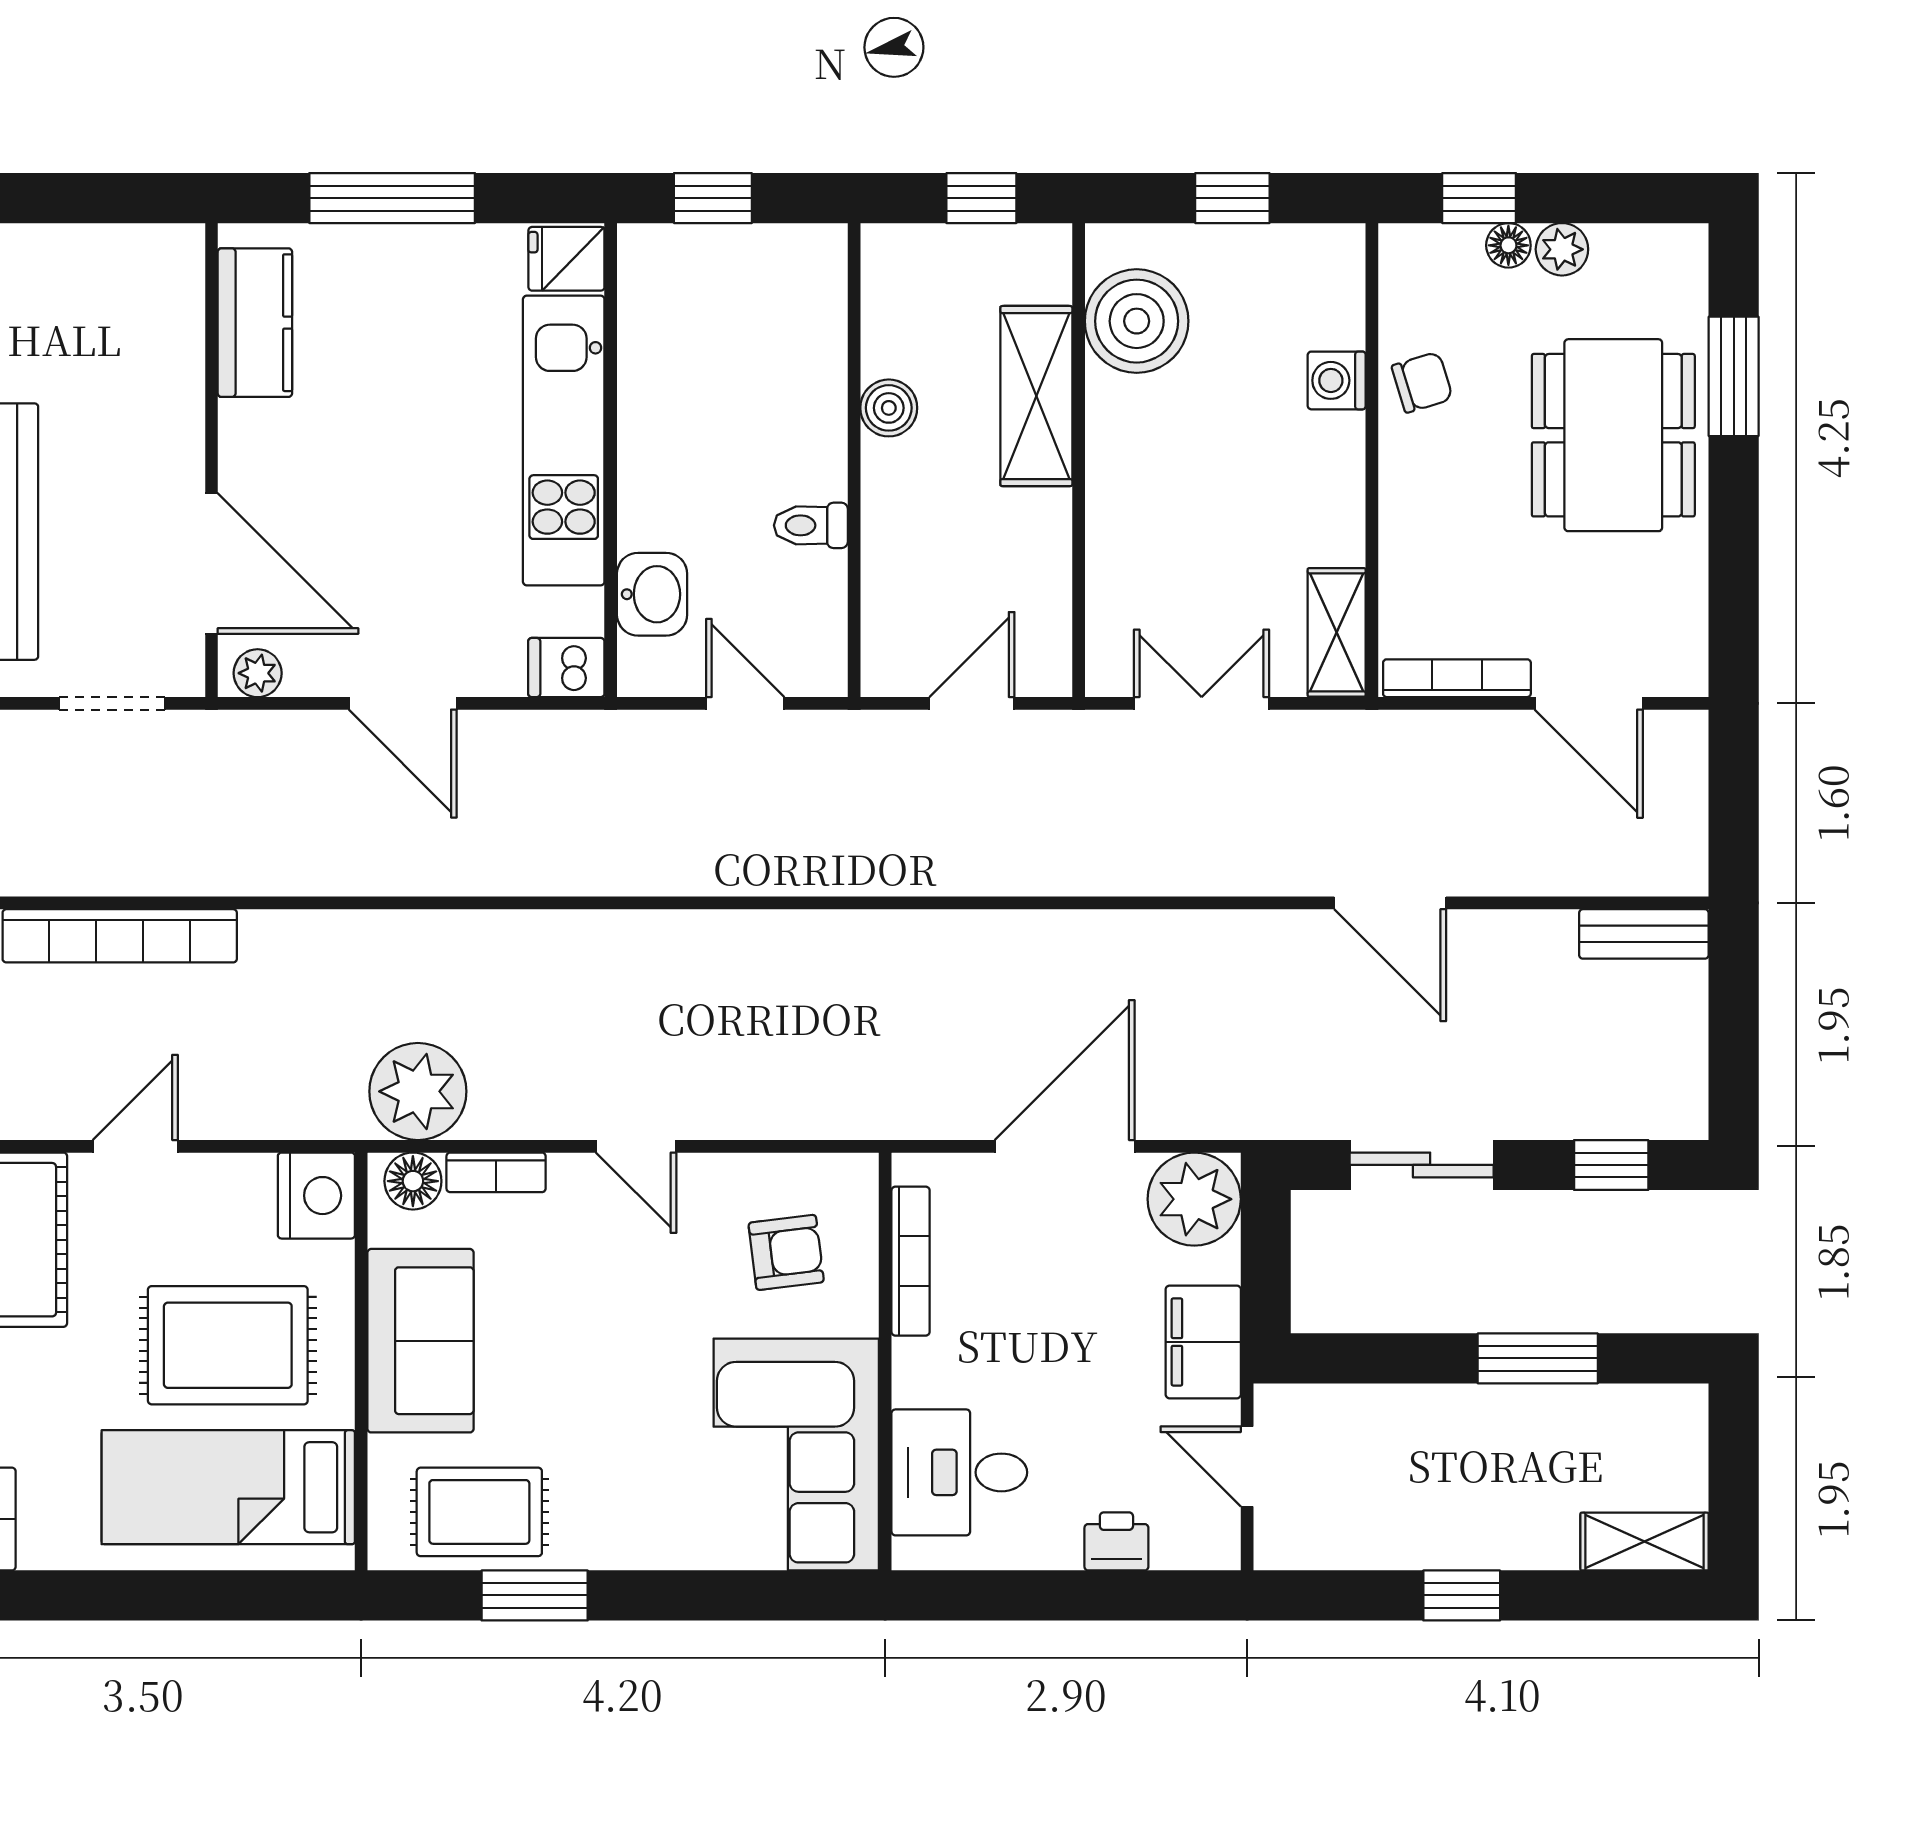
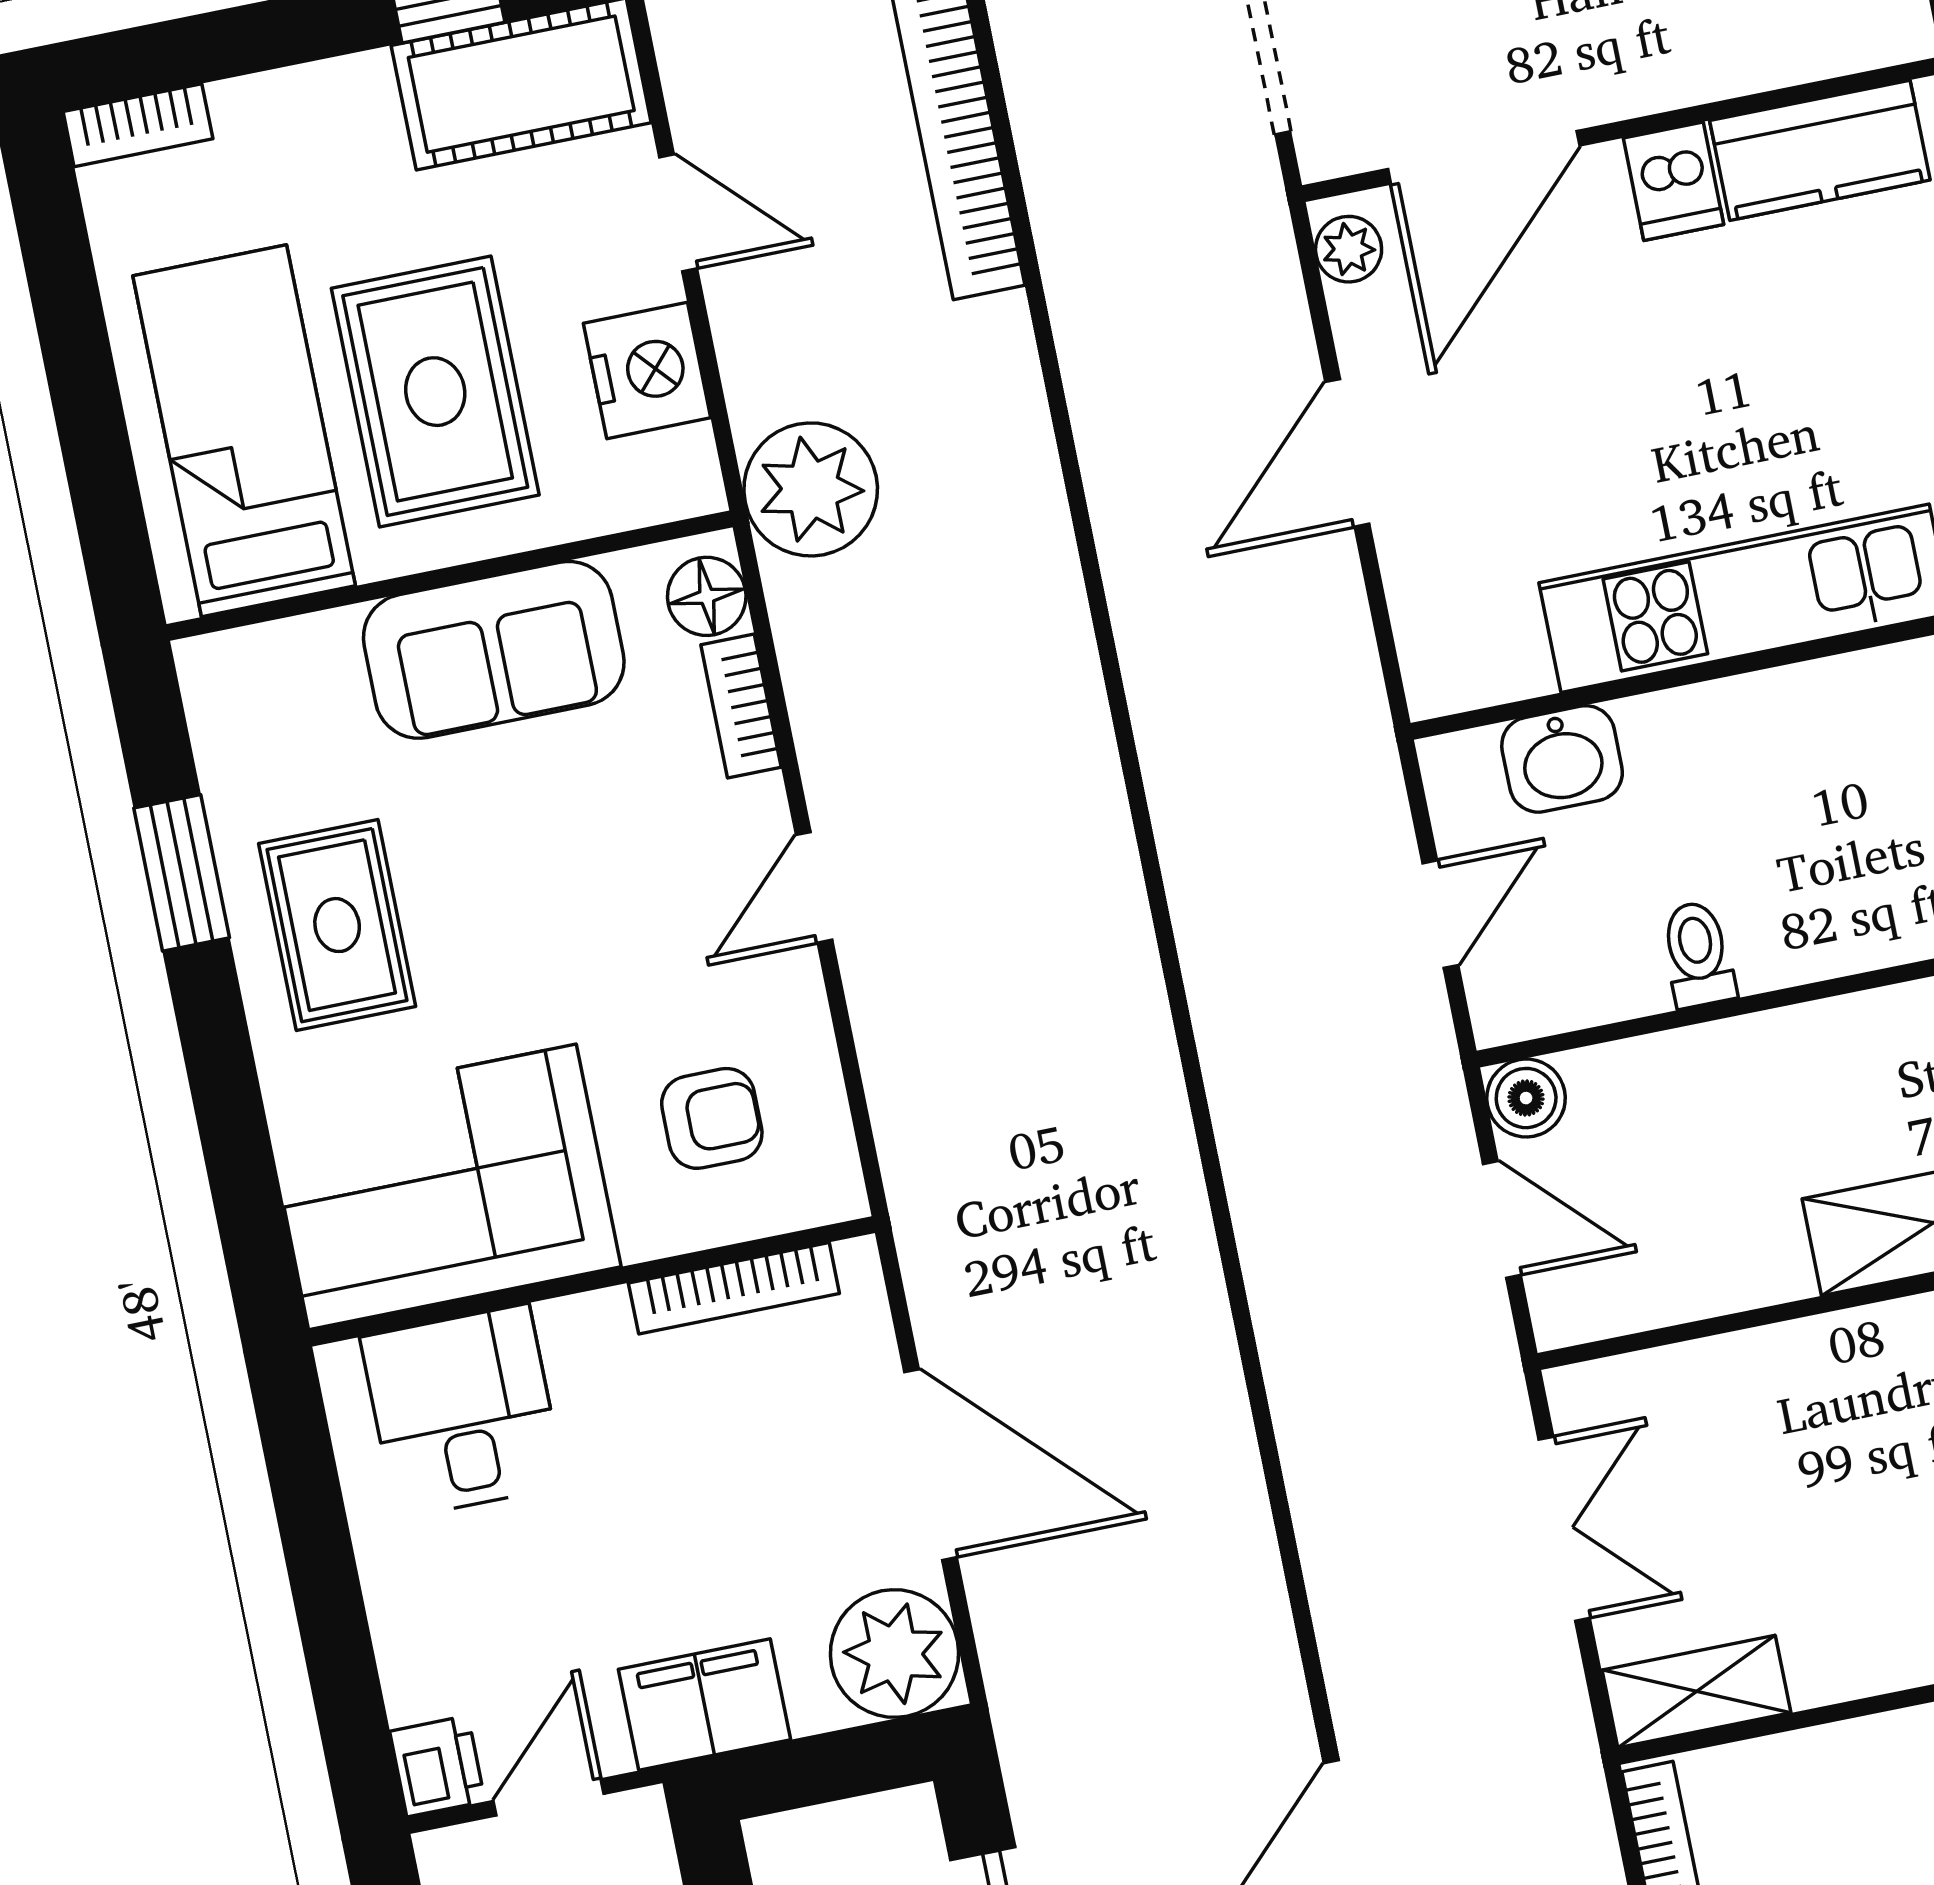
boiler: (889, 408) -> (1526, 1098), moved
dishwasher: (566, 668) -> (1674, 181), moved, turned 180
plant: (418, 1091) -> (811, 489), moved
nightstand: (316, 1196) -> (647, 370), moved, turned -90
armchair: (786, 1252) -> (712, 1118), turned -83
rug: (479, 1512) -> (337, 925), moved
printer: (1116, 1541) -> (437, 1766), moved

